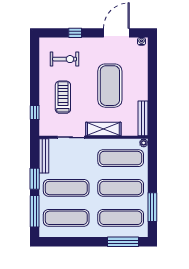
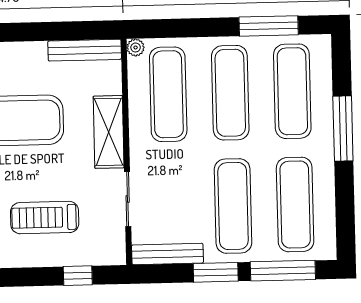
window: (123, 242) -> (343, 129), moved

